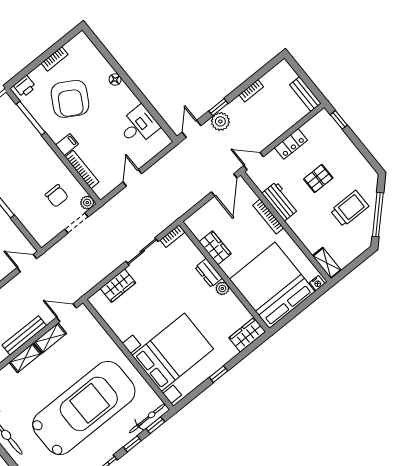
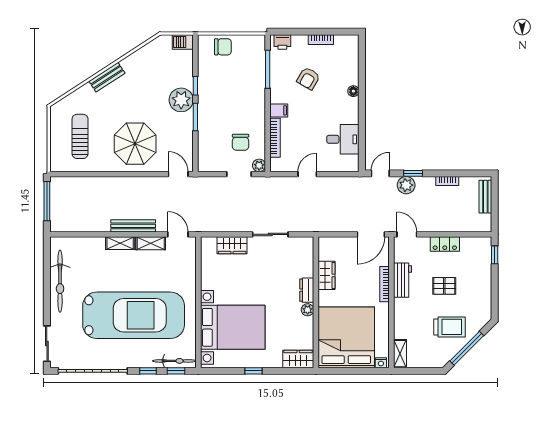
bench: (305, 94) -> (485, 197), moved
armchair: (70, 99) -> (308, 78), width x0.53, depth x0.53
bookcase: (172, 236) -> (302, 241), removed

